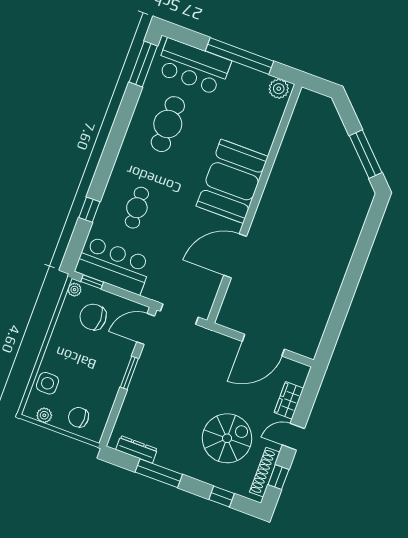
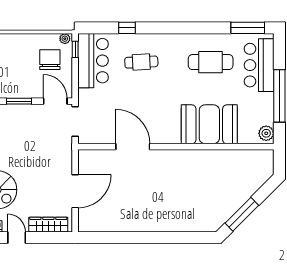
booth: (232, 181) -> (209, 124), moved
door: (263, 345) -> (75, 191), swing flipped
wardrobe: (289, 400) -> (48, 225), width x1.50

